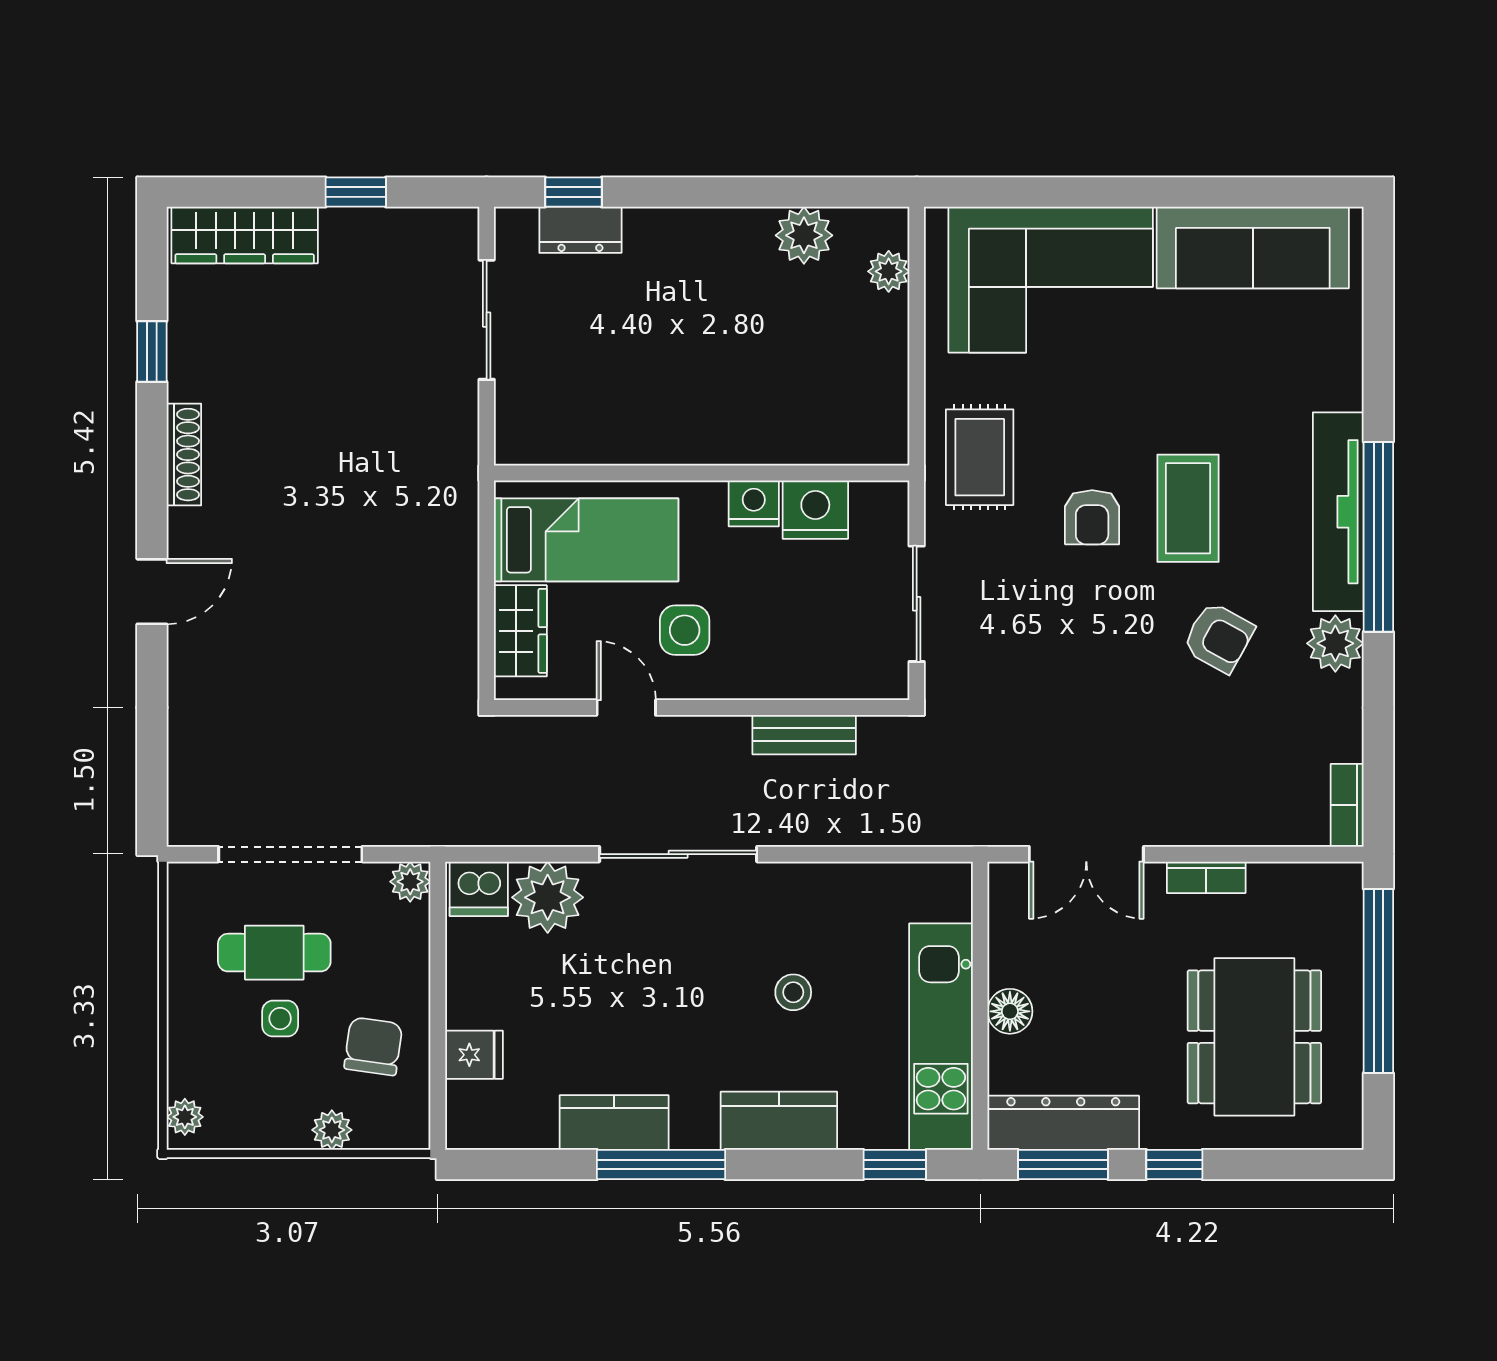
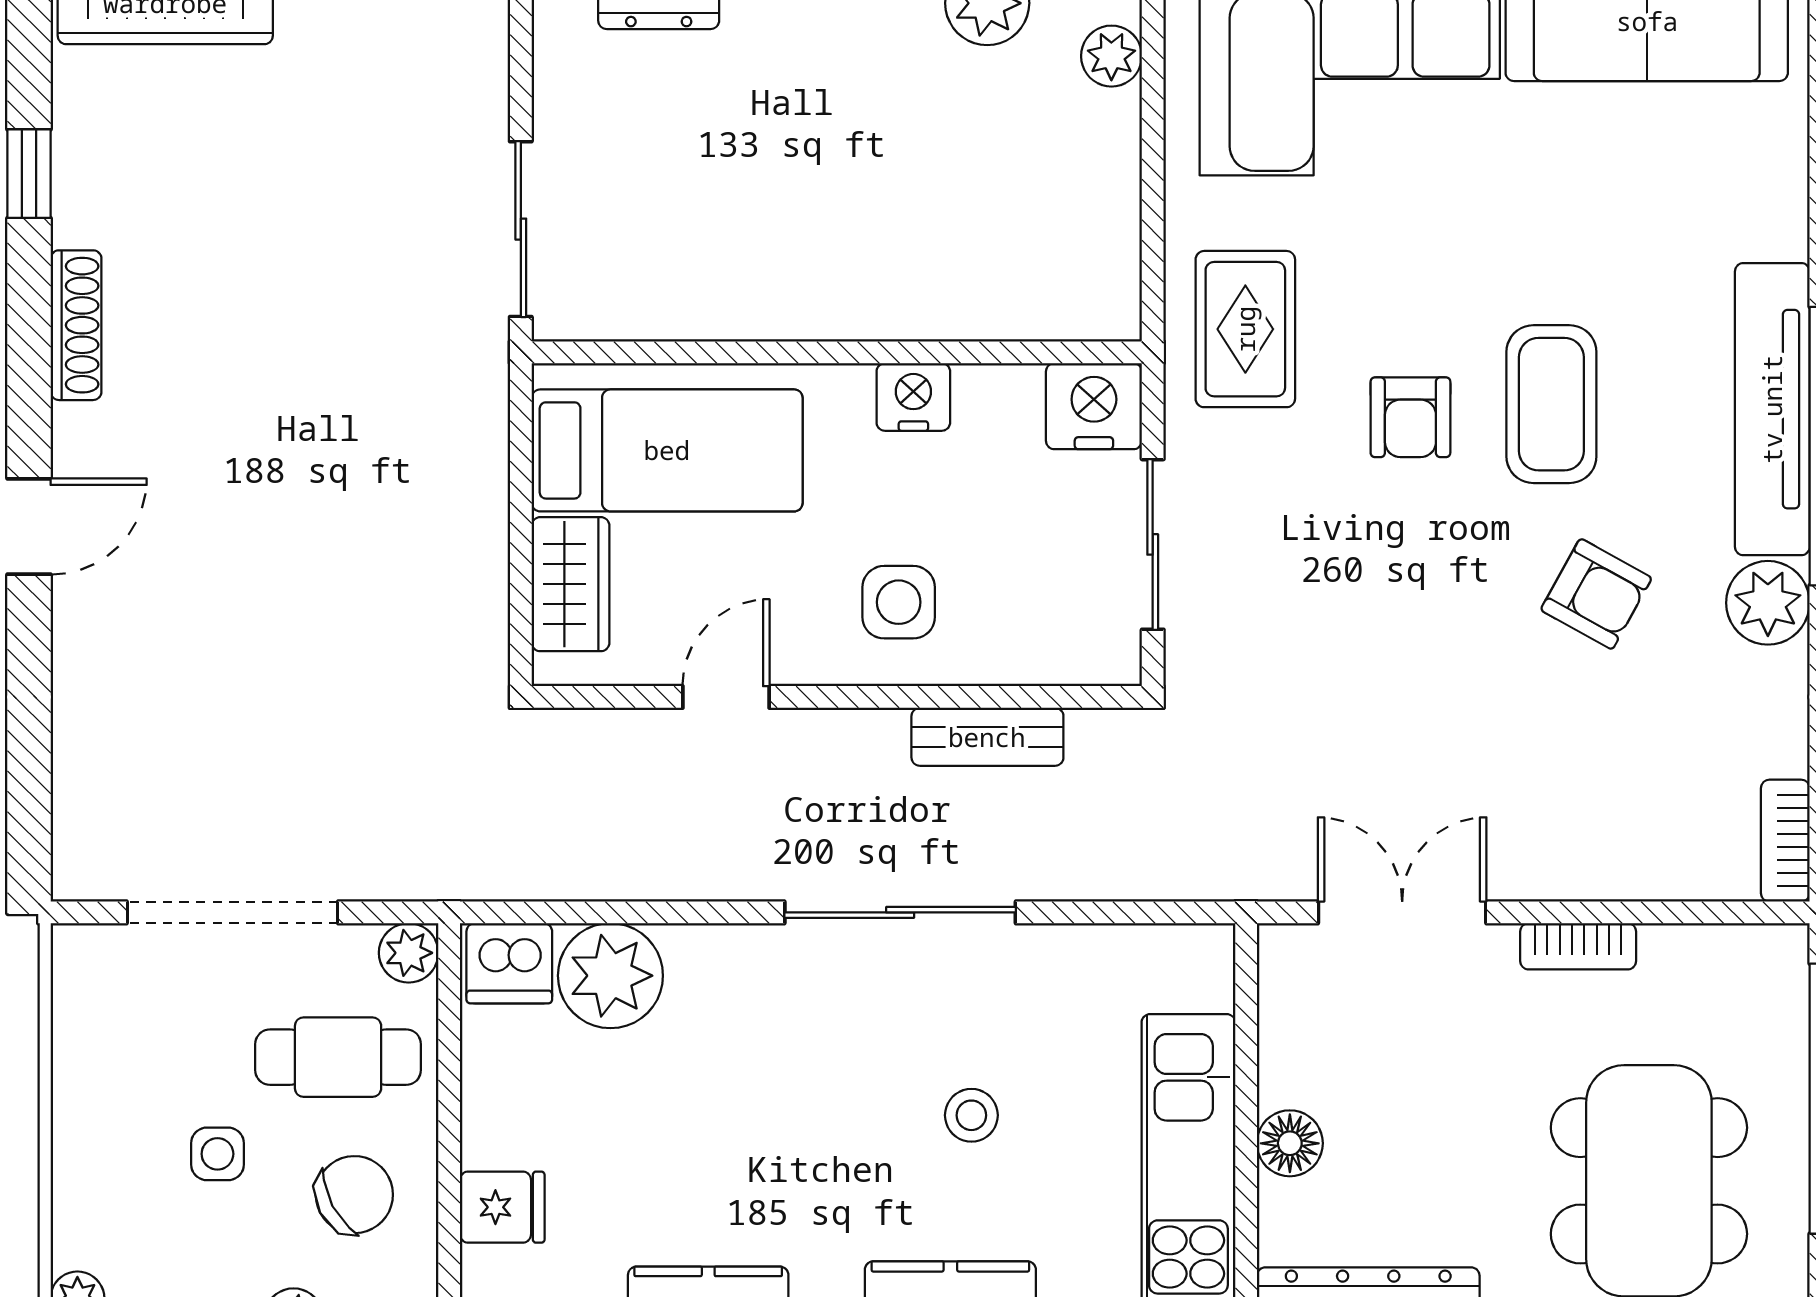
sliding door: (487, 320) -> (521, 229), moved
nightstand: (815, 510) -> (1094, 406), moved
side table: (685, 630) -> (899, 602), moved
door: (626, 708) -> (726, 697), hinge flipped
sliding door: (678, 854) -> (900, 912), moved
double door: (1086, 854) -> (1402, 912), swing flipped
cafe table: (274, 953) -> (338, 1057), moved
chair: (373, 1046) -> (354, 1195), turned 54

